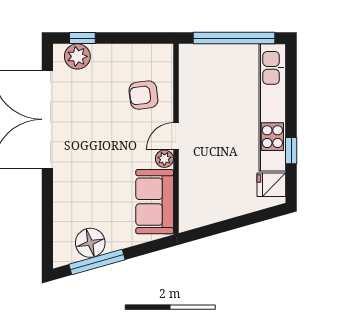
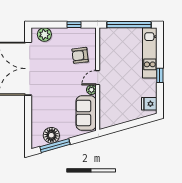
window: (82, 38) -> (74, 25), moved
kitchen unit: (272, 107) -> (150, 53), width x0.73
window: (291, 151) -> (160, 75), moved

